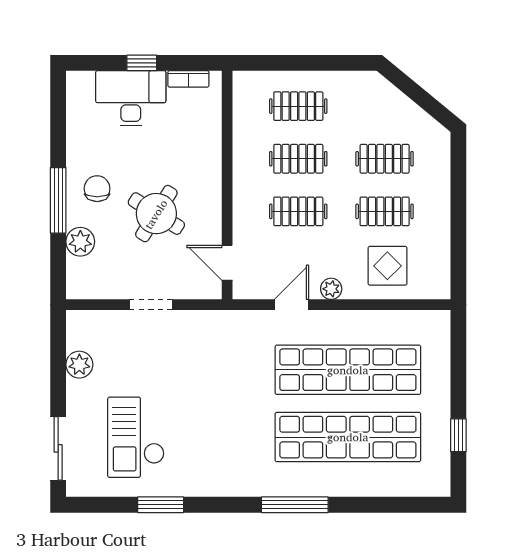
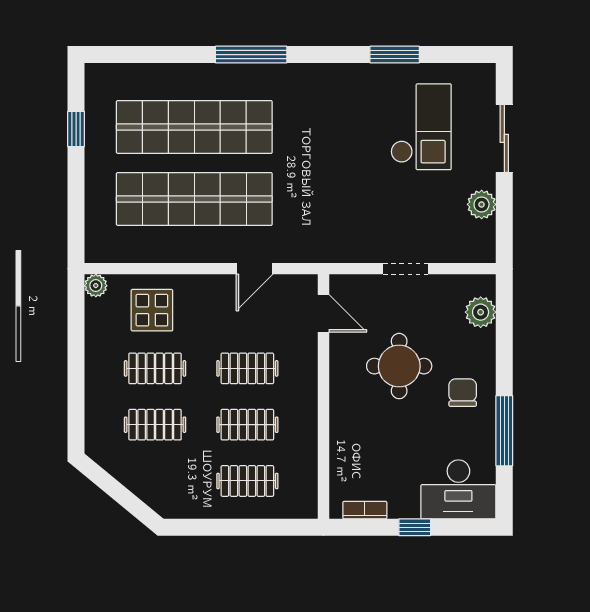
desk: (131, 98) -> (458, 489), moved
chair: (97, 189) -> (463, 393), turned 180
window: (58, 200) -> (504, 431), moved
round table: (156, 214) -> (399, 366), turned -32
plant: (80, 242) -> (481, 312), moved
plant: (331, 289) -> (96, 286), moved
sliding door: (58, 448) -> (504, 138), moved

